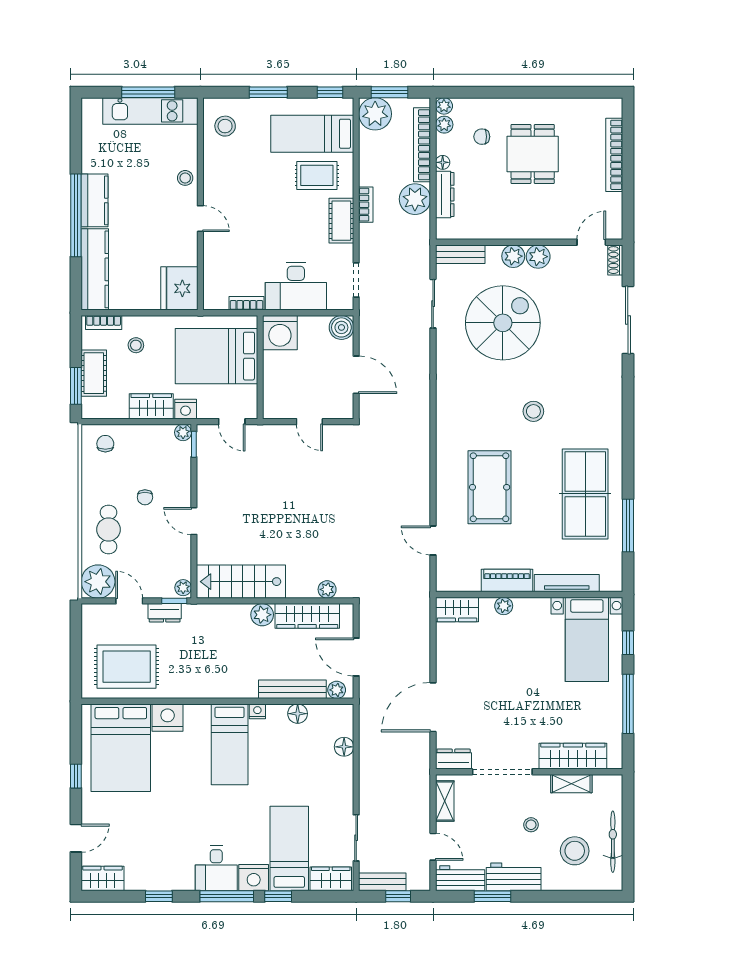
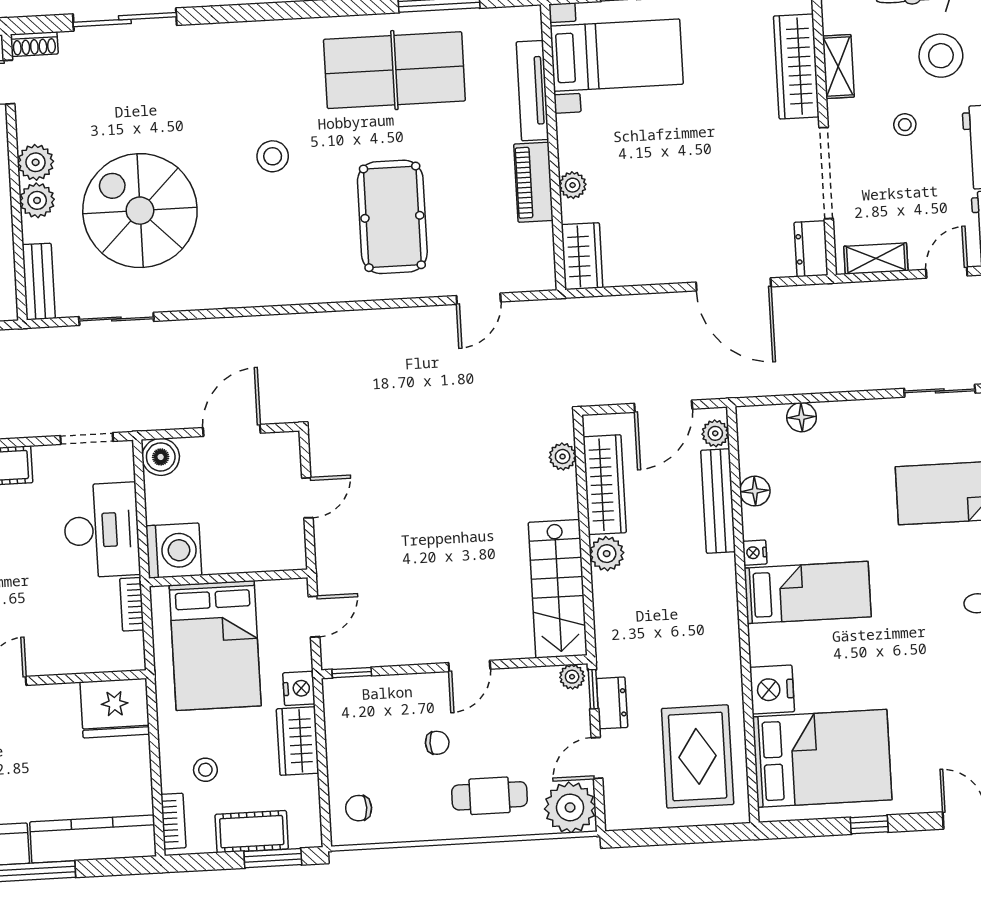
plant: (183, 432) -> (335, 690), removed
pool table: (490, 487) -> (392, 217), turned 90

